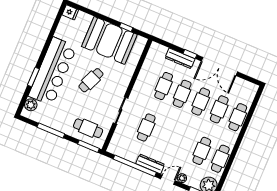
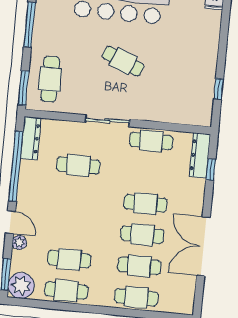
booth: (109, 40) -> (191, 70), removed
window: (190, 54) -> (211, 170), moved
dresser: (180, 58) -> (200, 155), moved
cafe table: (164, 86) -> (151, 141), moved
sliding door: (120, 111) -> (107, 121), moved
dresser: (150, 164) -> (31, 138), moved

